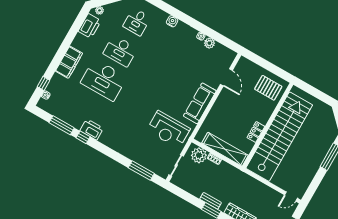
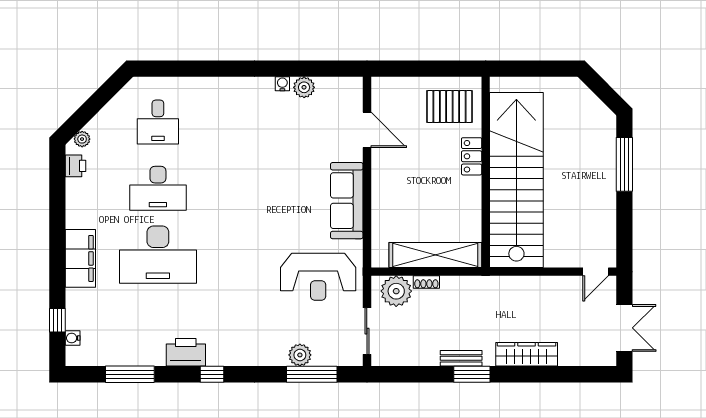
water cooler: (172, 21) -> (218, 86), removed
printer: (90, 26) -> (76, 166), width x0.53, depth x0.68
locker: (256, 132) -> (472, 156), moved
window: (83, 137) -> (212, 374), moved
plant: (141, 159) -> (300, 355), added

